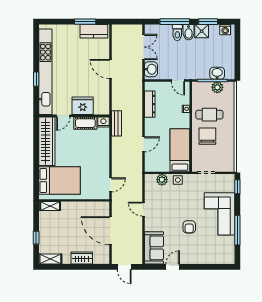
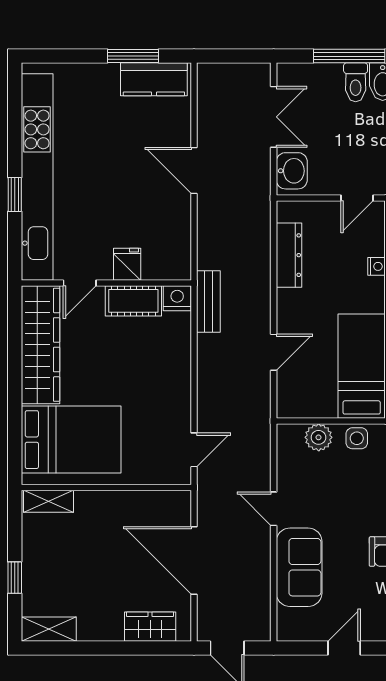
door: (178, 81) -> (357, 198), hinge flipped
fridge: (83, 106) -> (127, 264), width x0.53, depth x0.75
sofa: (154, 248) -> (299, 567), moved
wardrobe: (82, 258) -> (150, 627), moved

